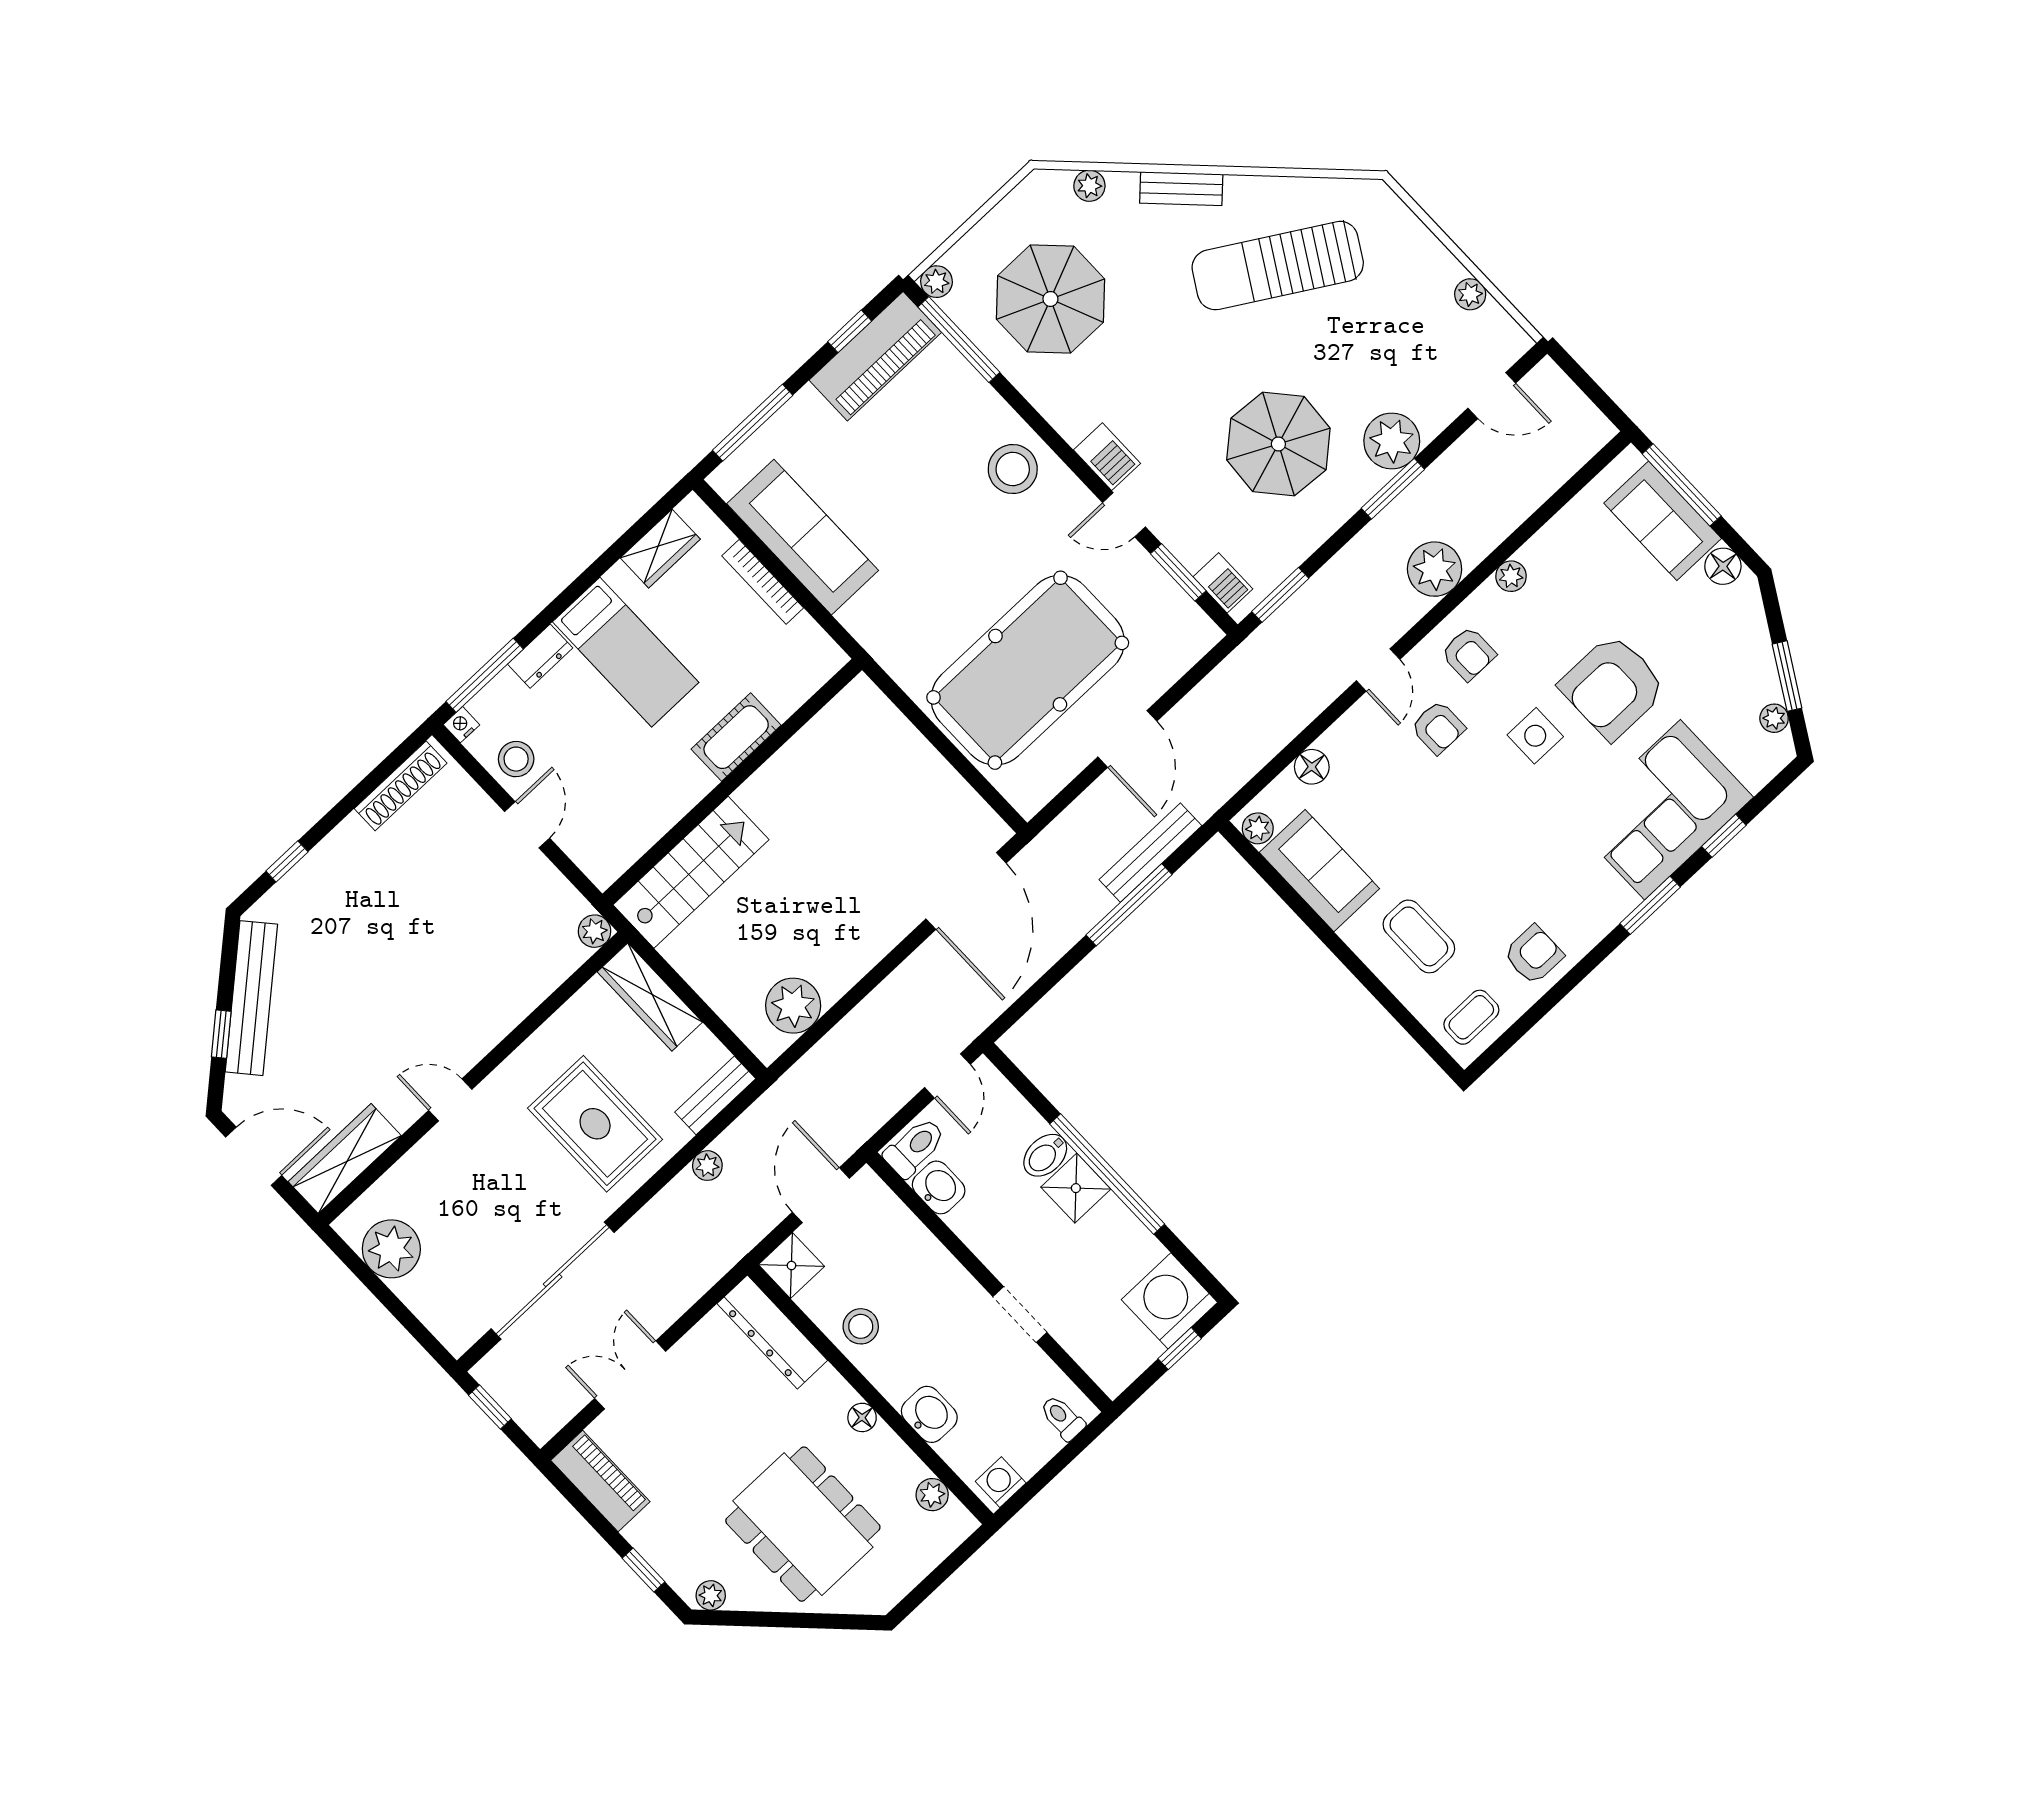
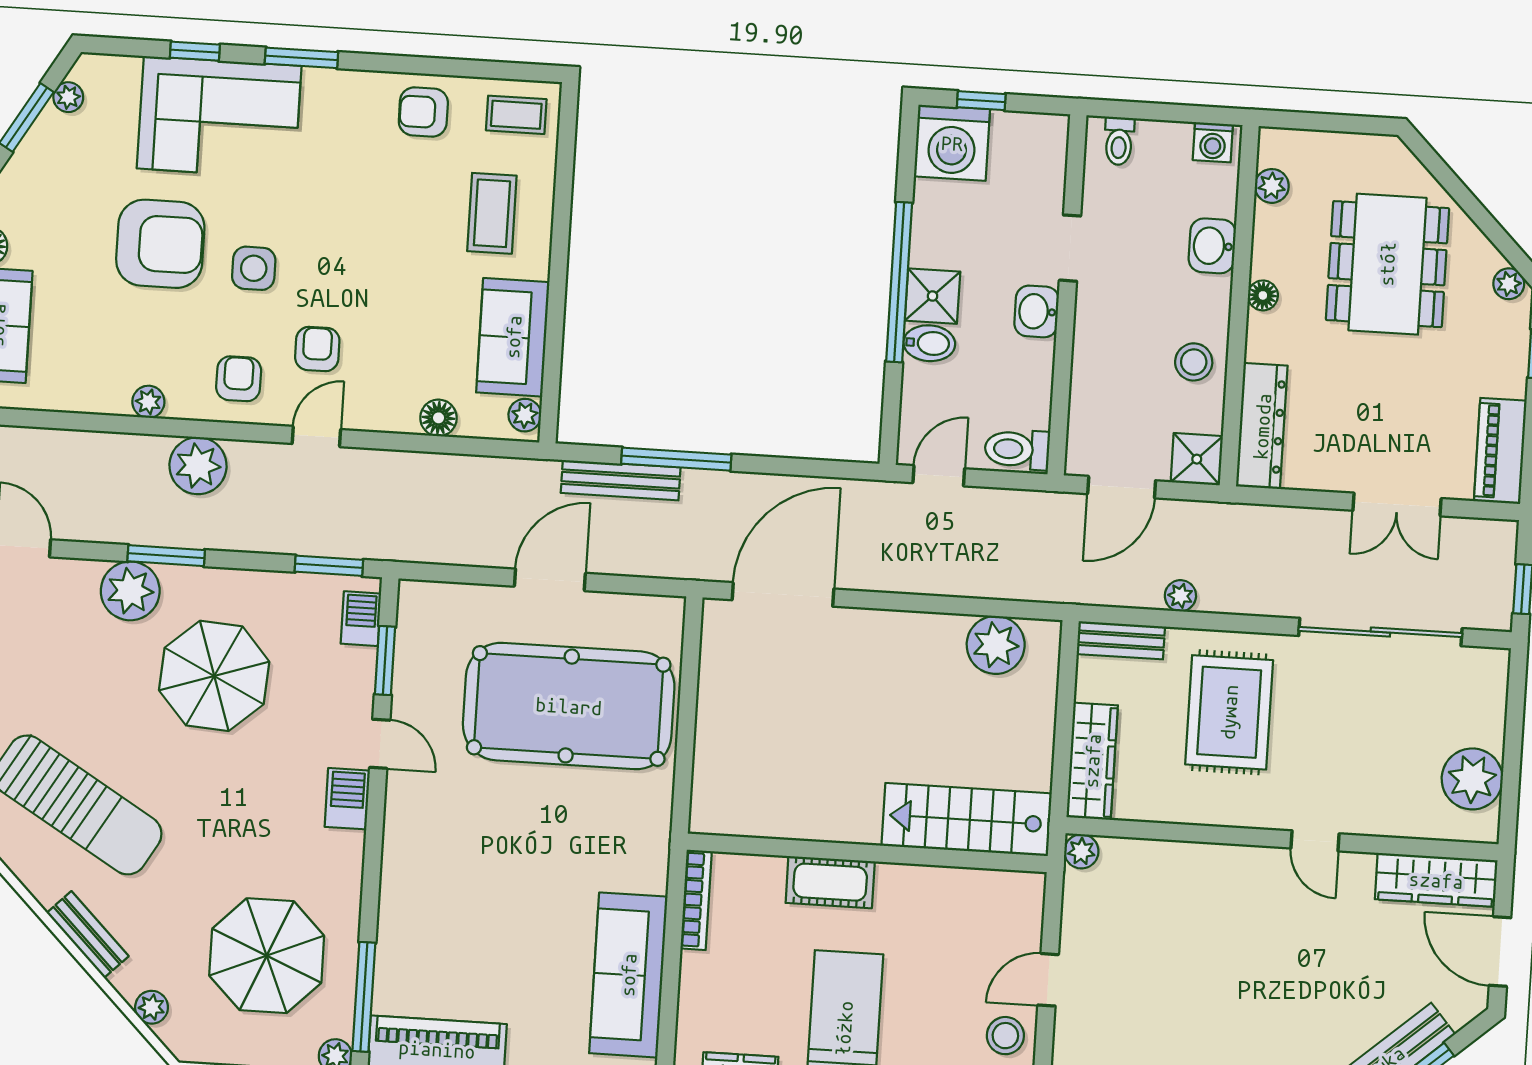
stool: (1013, 469) -> (425, 862), removed
bookcase: (763, 582) -> (696, 900), moved
washbasin: (939, 1187) -> (1037, 311), moved

